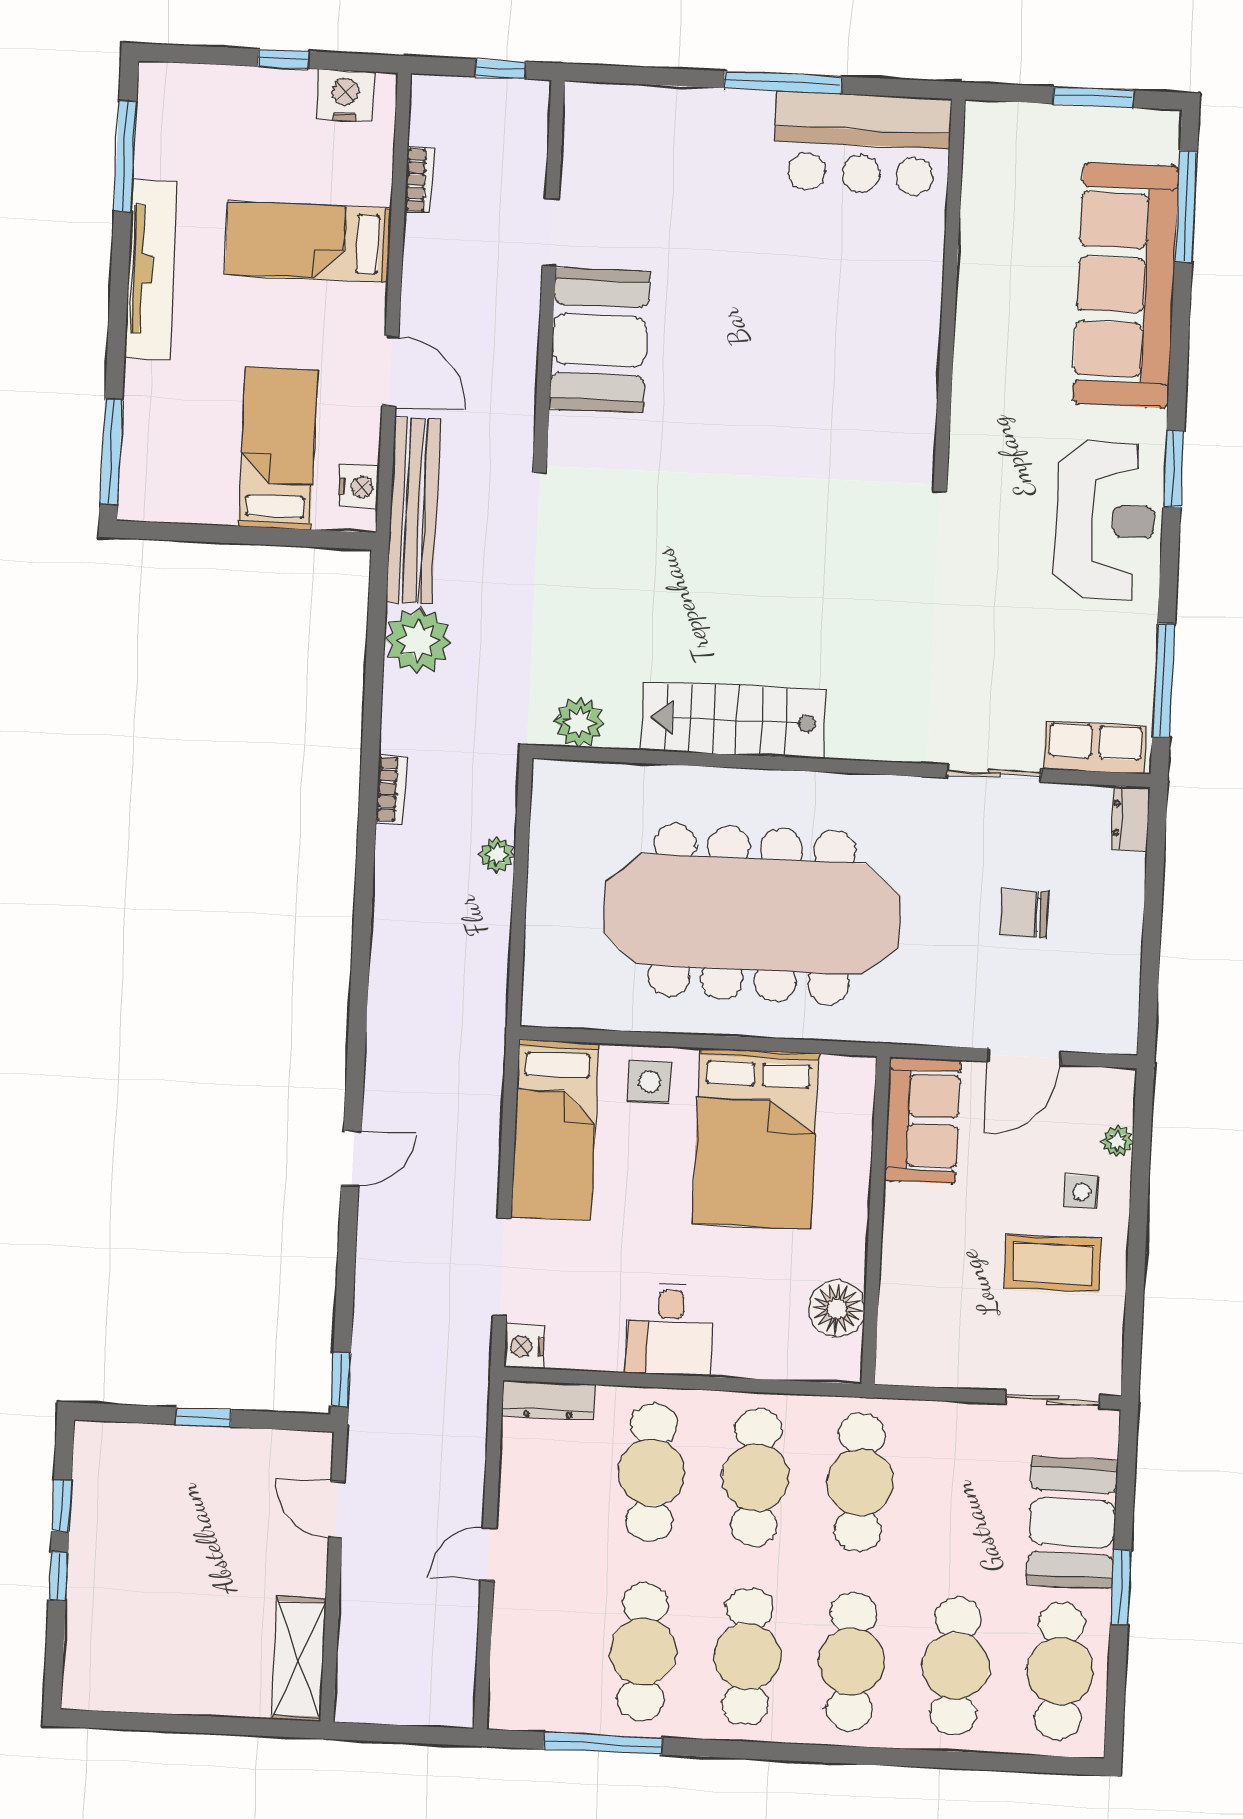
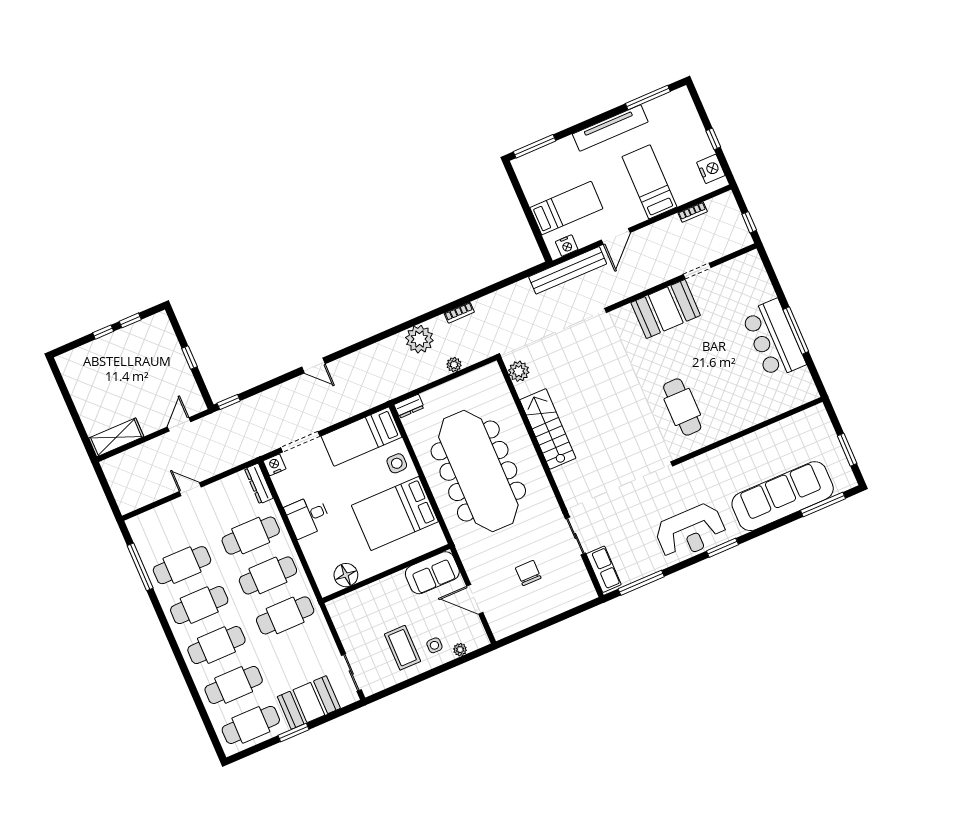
bar counter: (862, 143) -> (774, 339), moved
cafe table: (828, 407) -> (682, 407), added
plant: (418, 641) -> (419, 339), moved
dresser: (1131, 818) -> (409, 406), moved, turned 180

